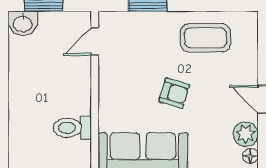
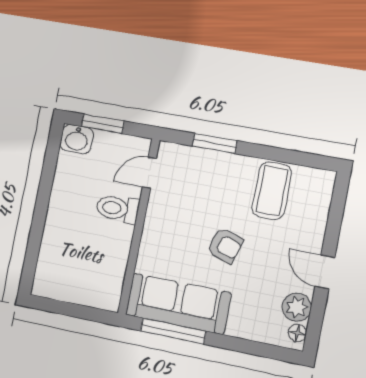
coffee table: (205, 38) -> (272, 191), turned 90
toilet: (72, 128) -> (117, 209), moved

